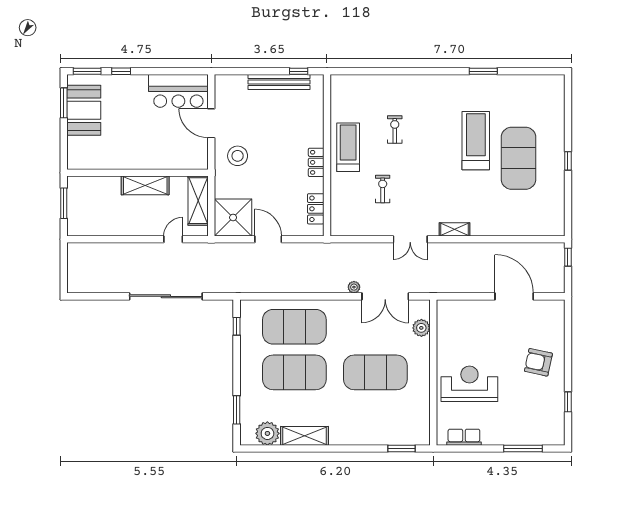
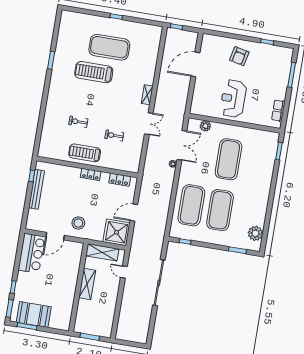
reception desk: (469, 384) -> (233, 99), moved
shelving: (304, 436) -> (261, 210), removed

